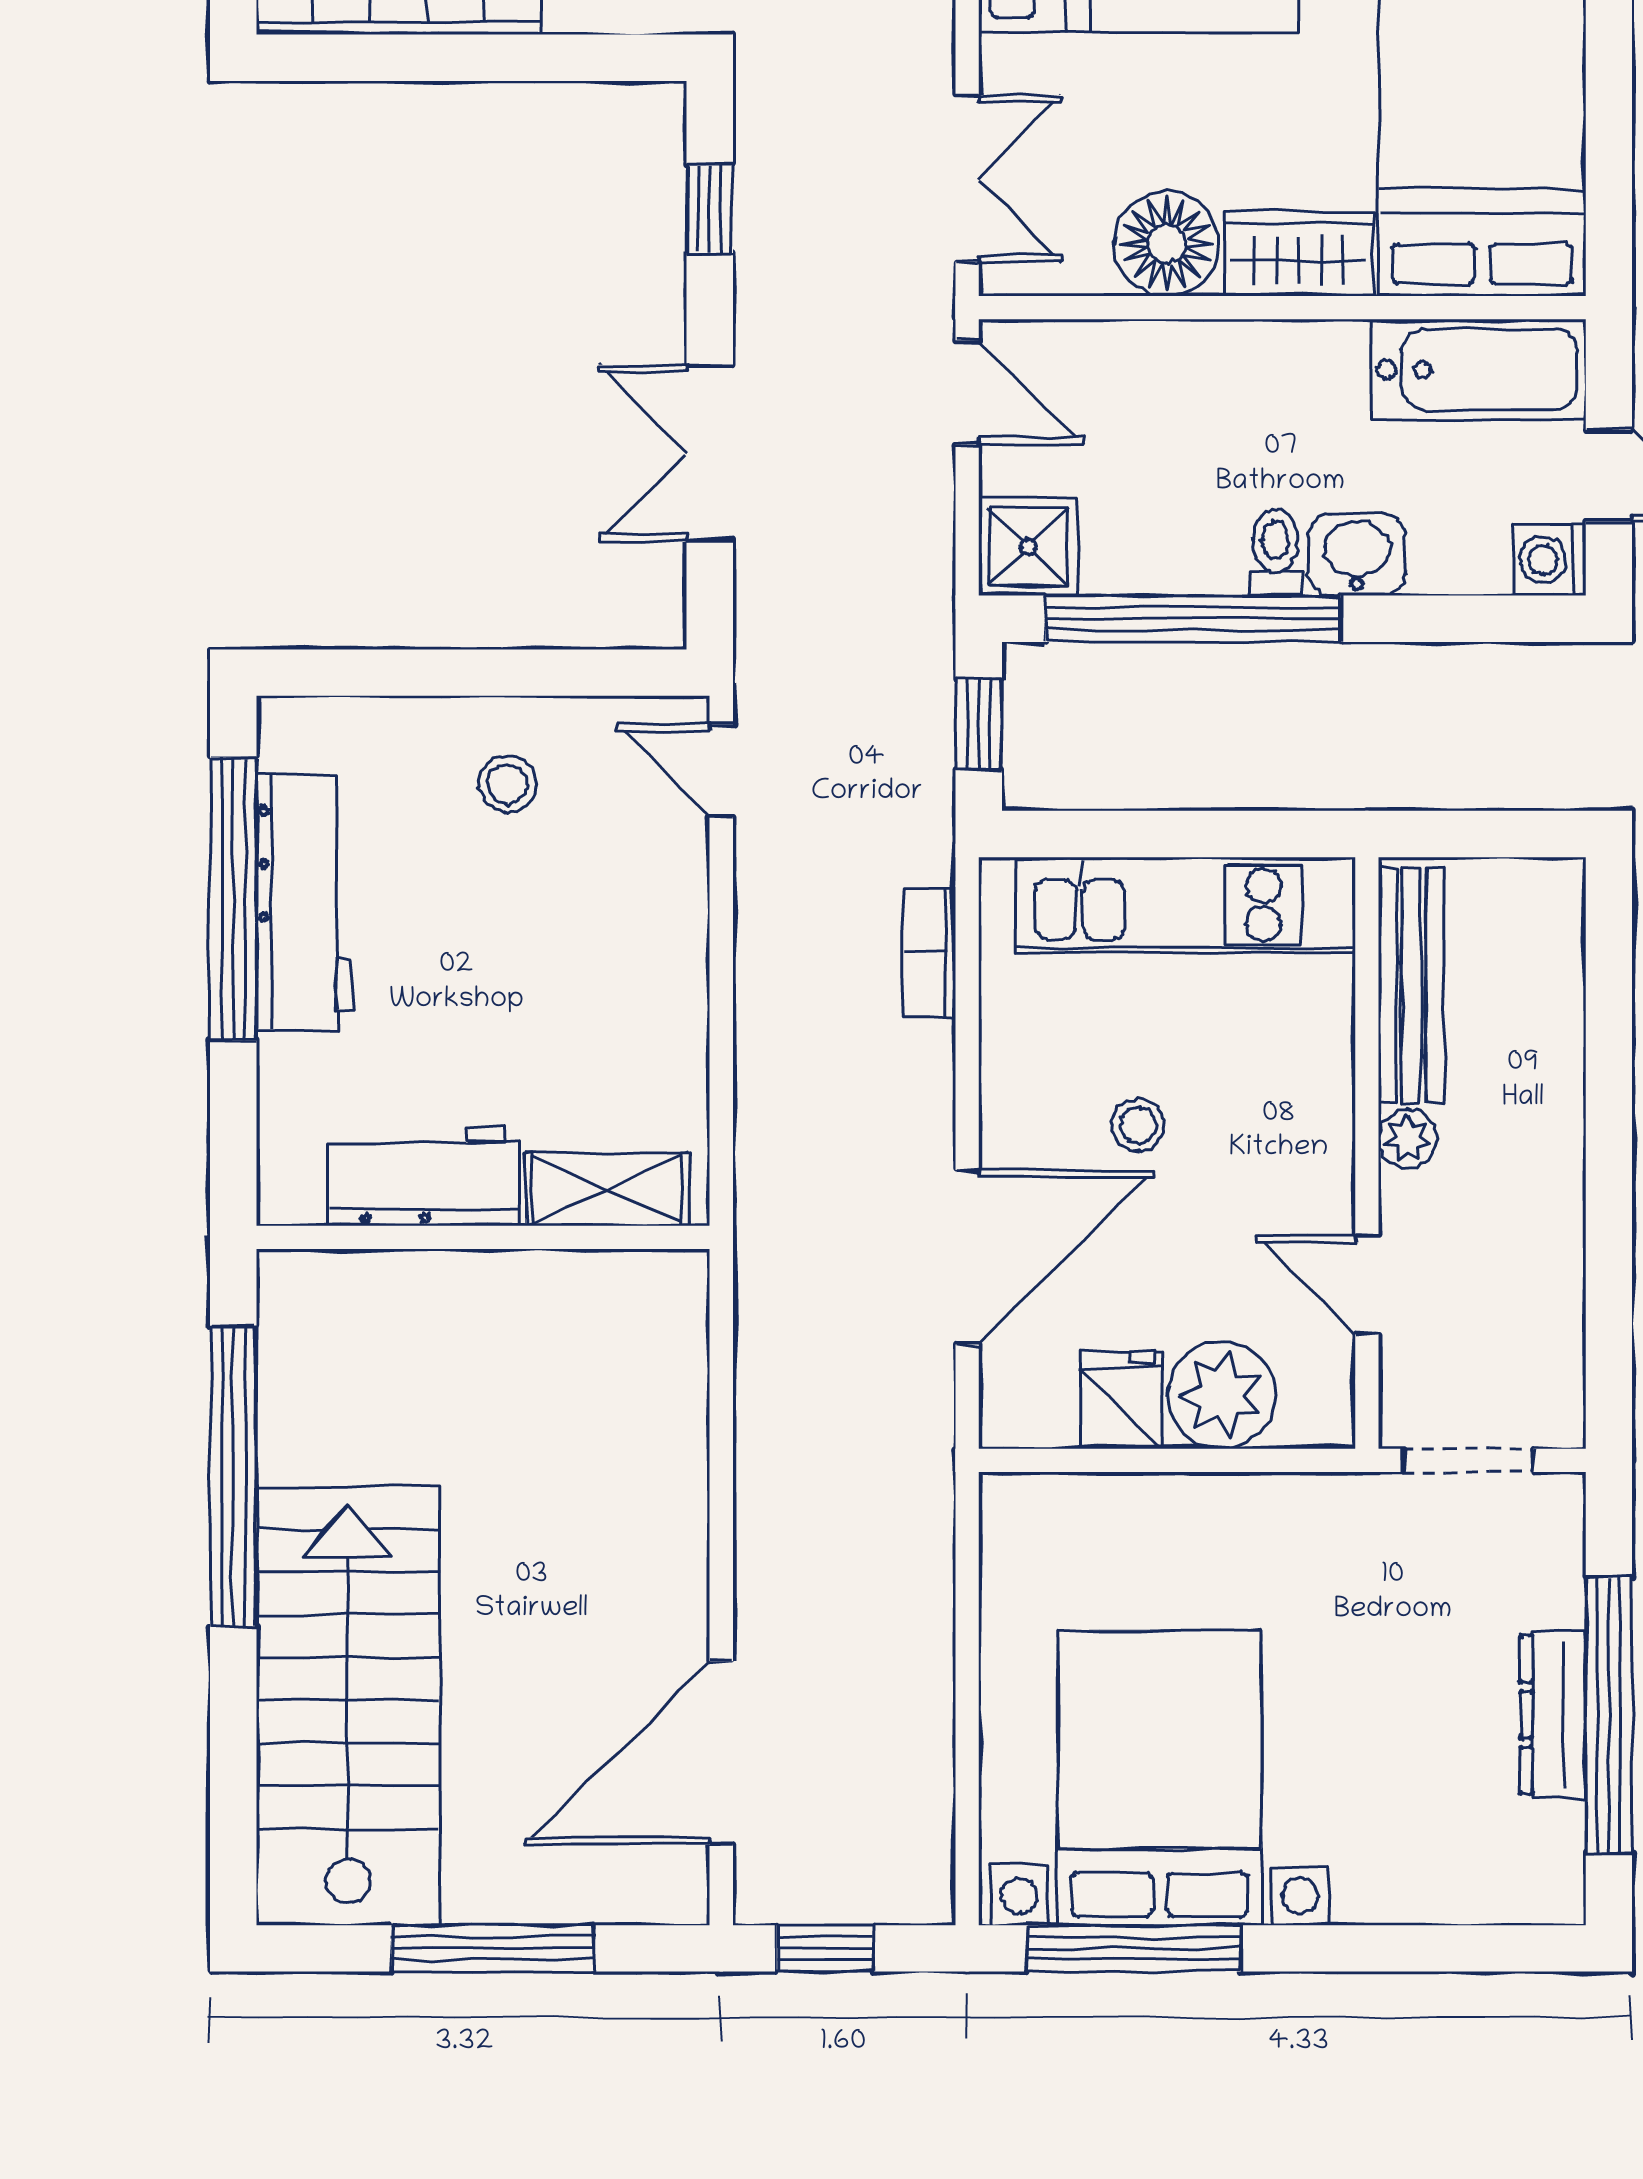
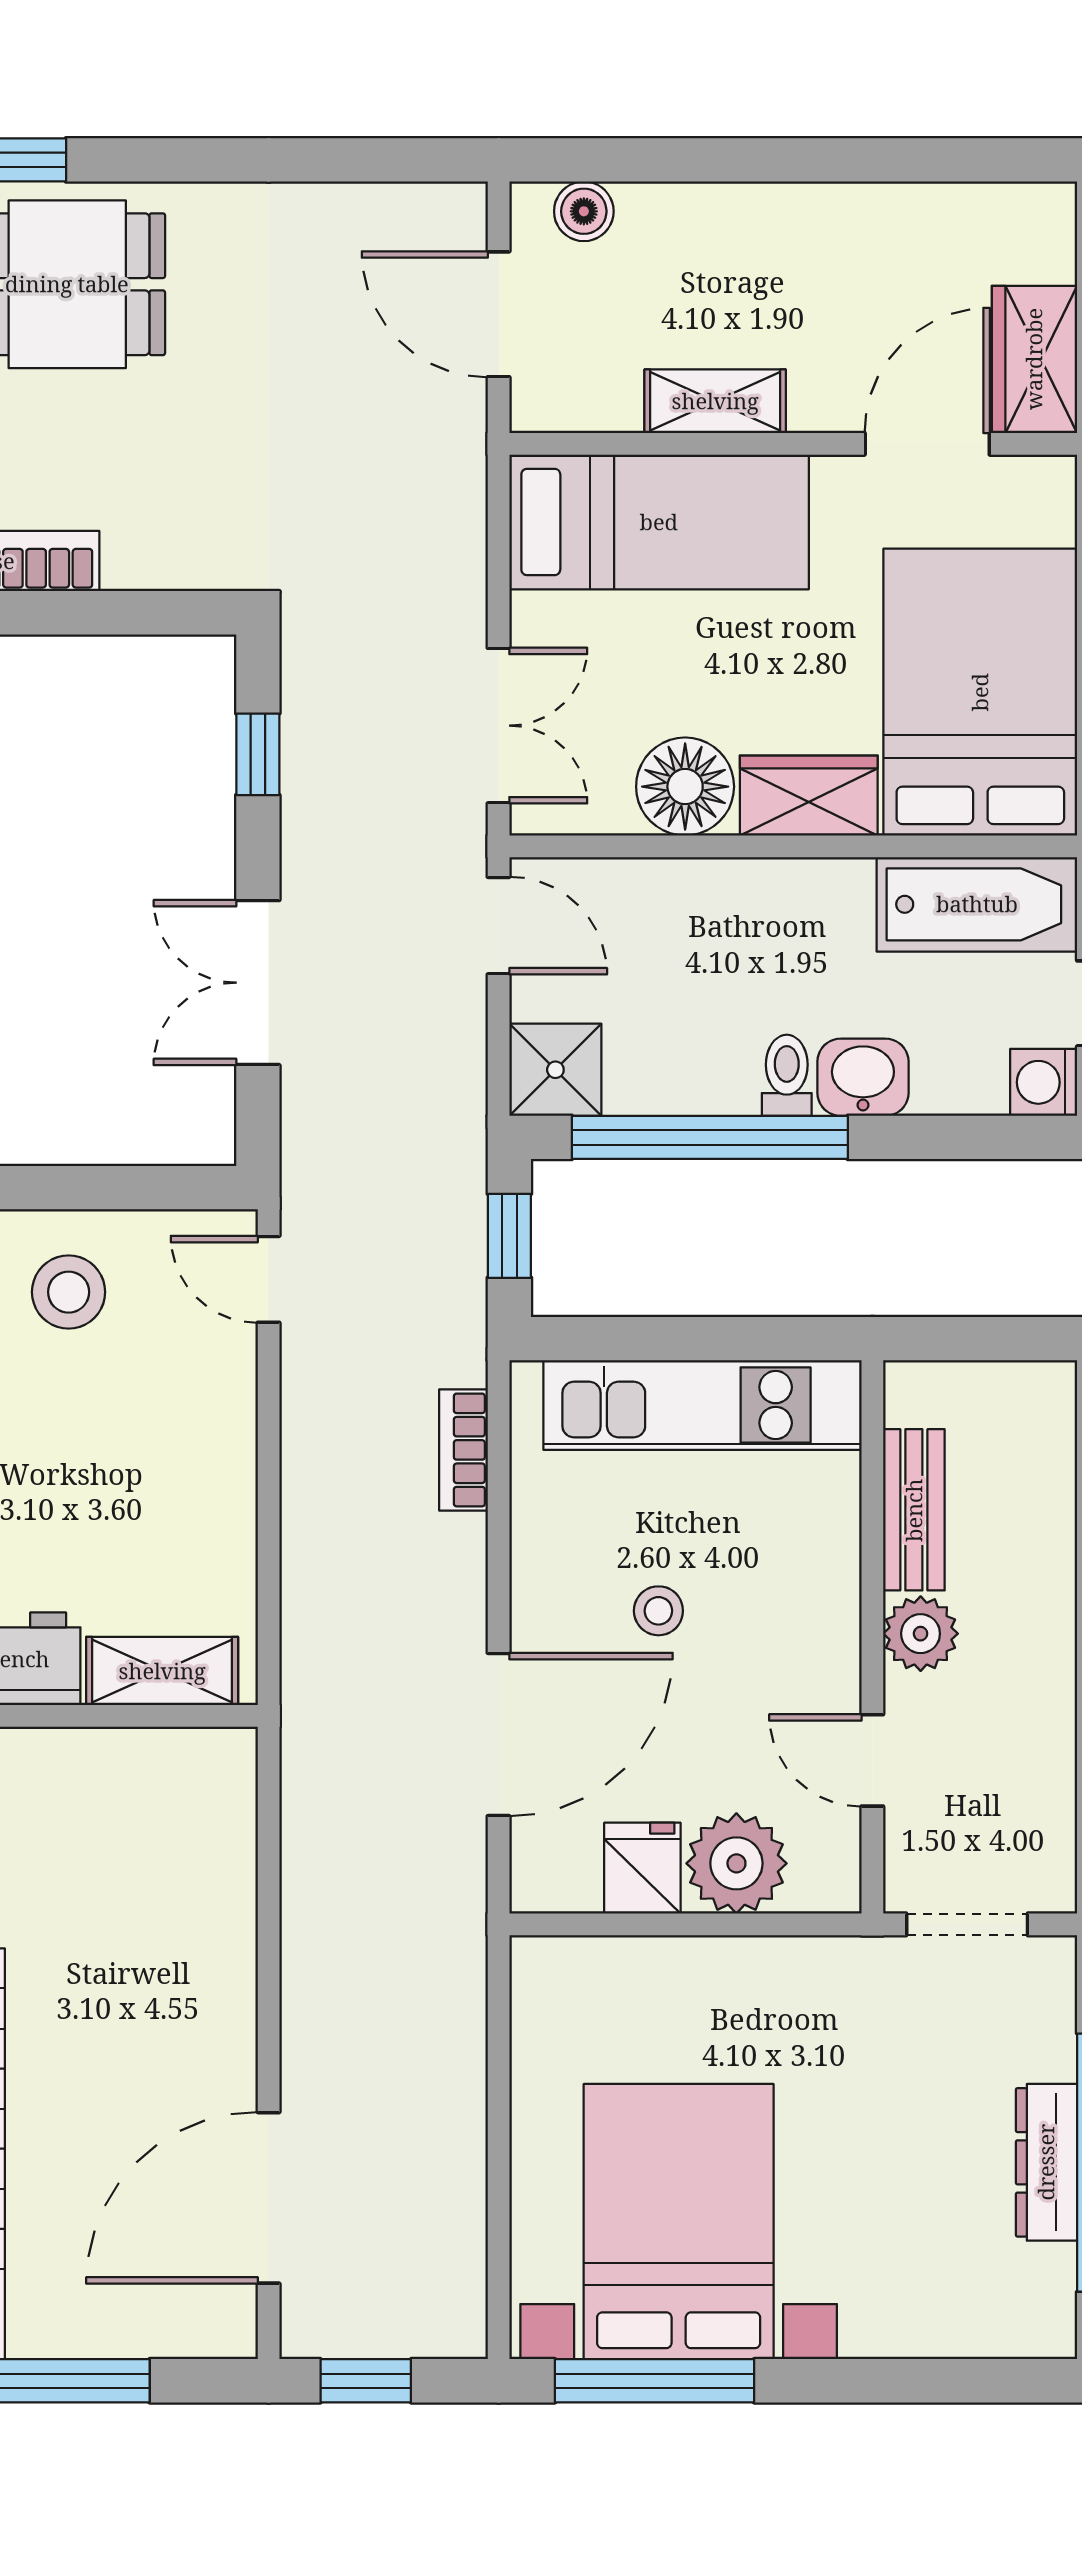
stool: (507, 784) -> (69, 1292), width x1.37, depth x1.37
bench: (1411, 986) -> (914, 1510), width x0.73
plant: (1407, 1139) -> (921, 1634), width x1.38, depth x1.38

